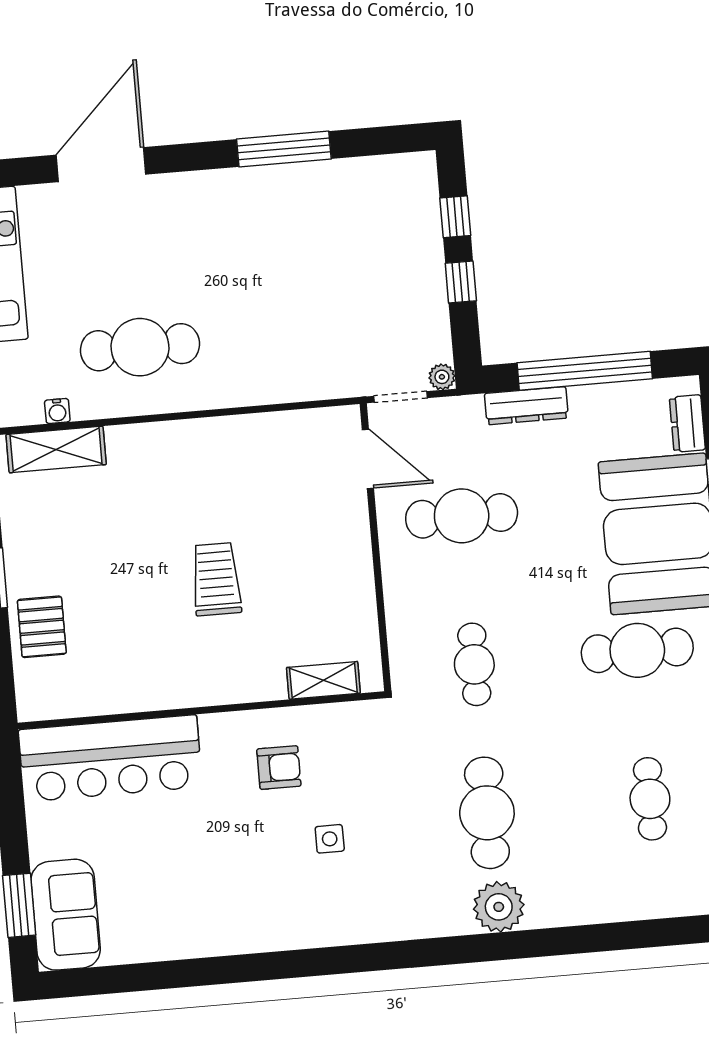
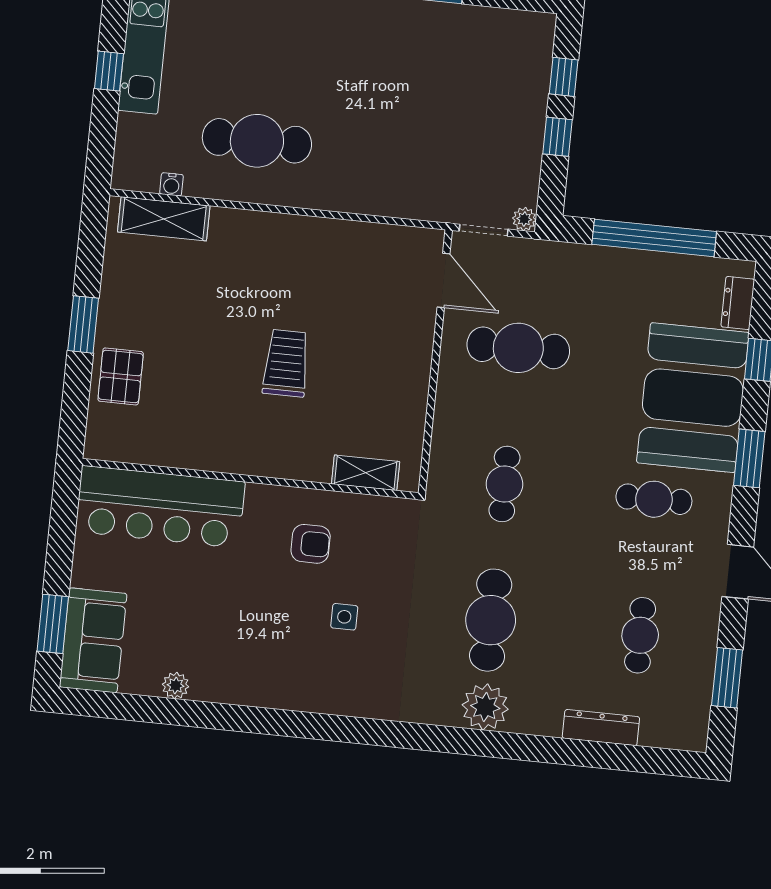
dresser: (526, 406) -> (601, 728), moved, turned 180
cafe table: (637, 650) -> (654, 499), width x0.73, depth x0.74
plant: (163, 946) -> (176, 685), added

